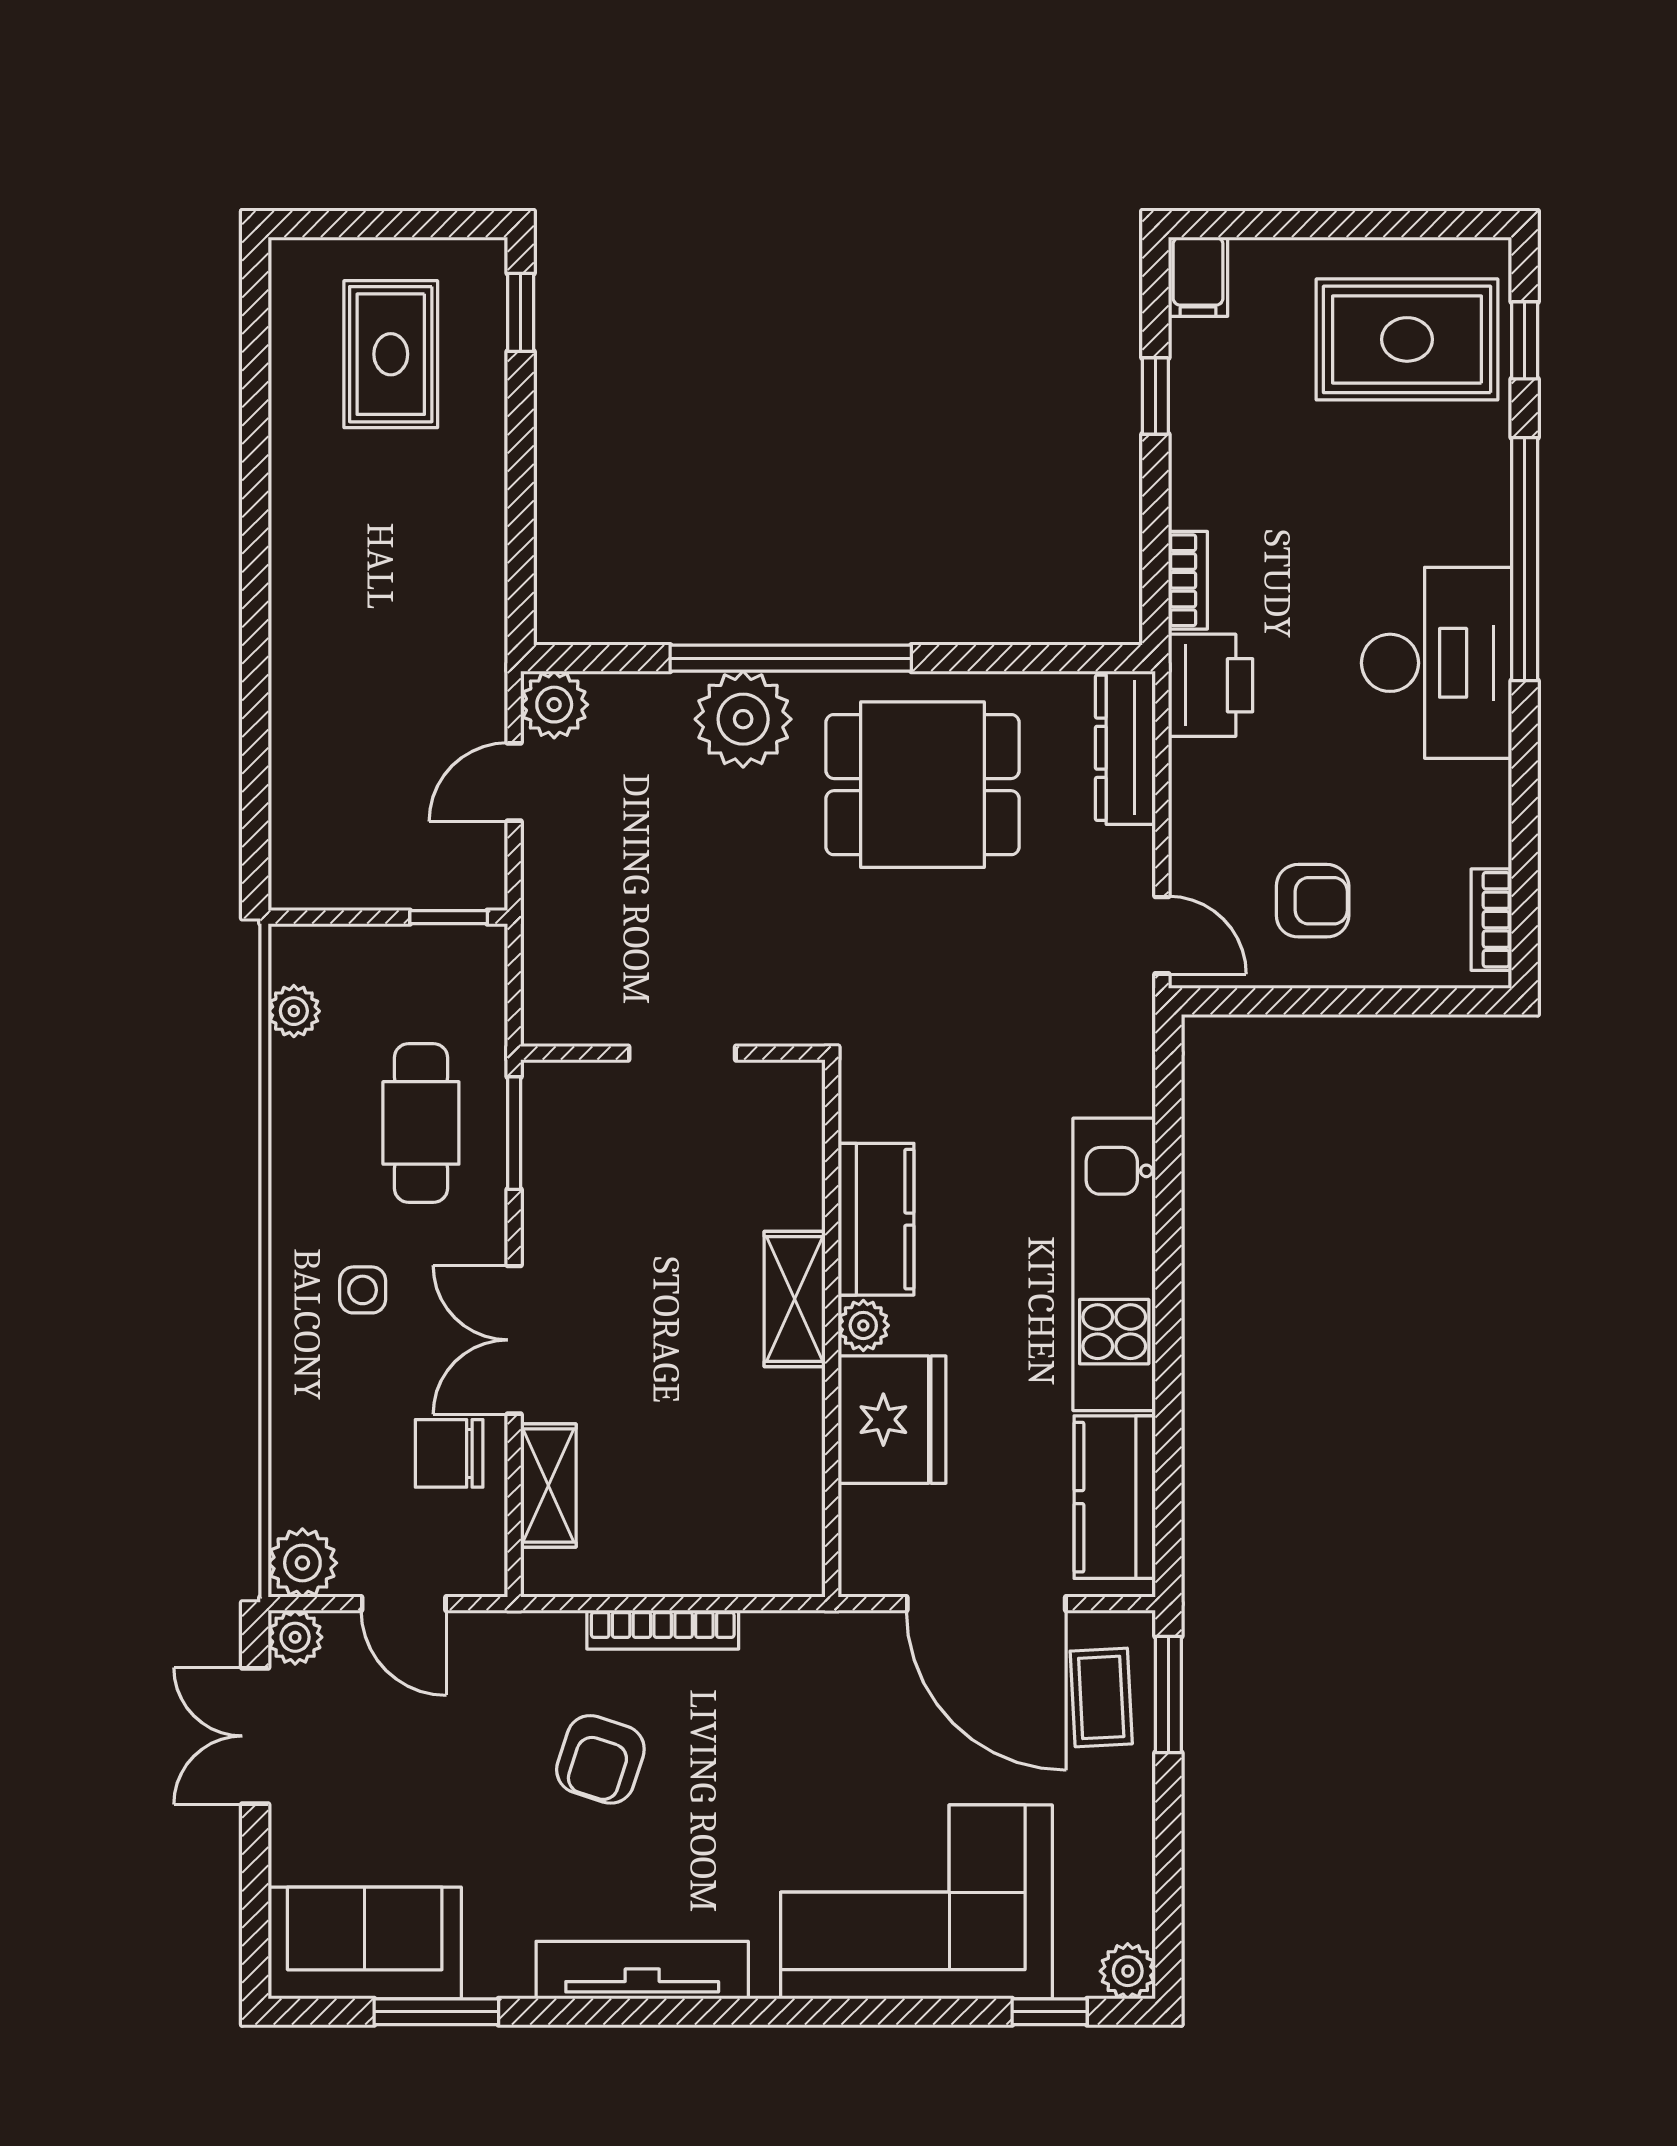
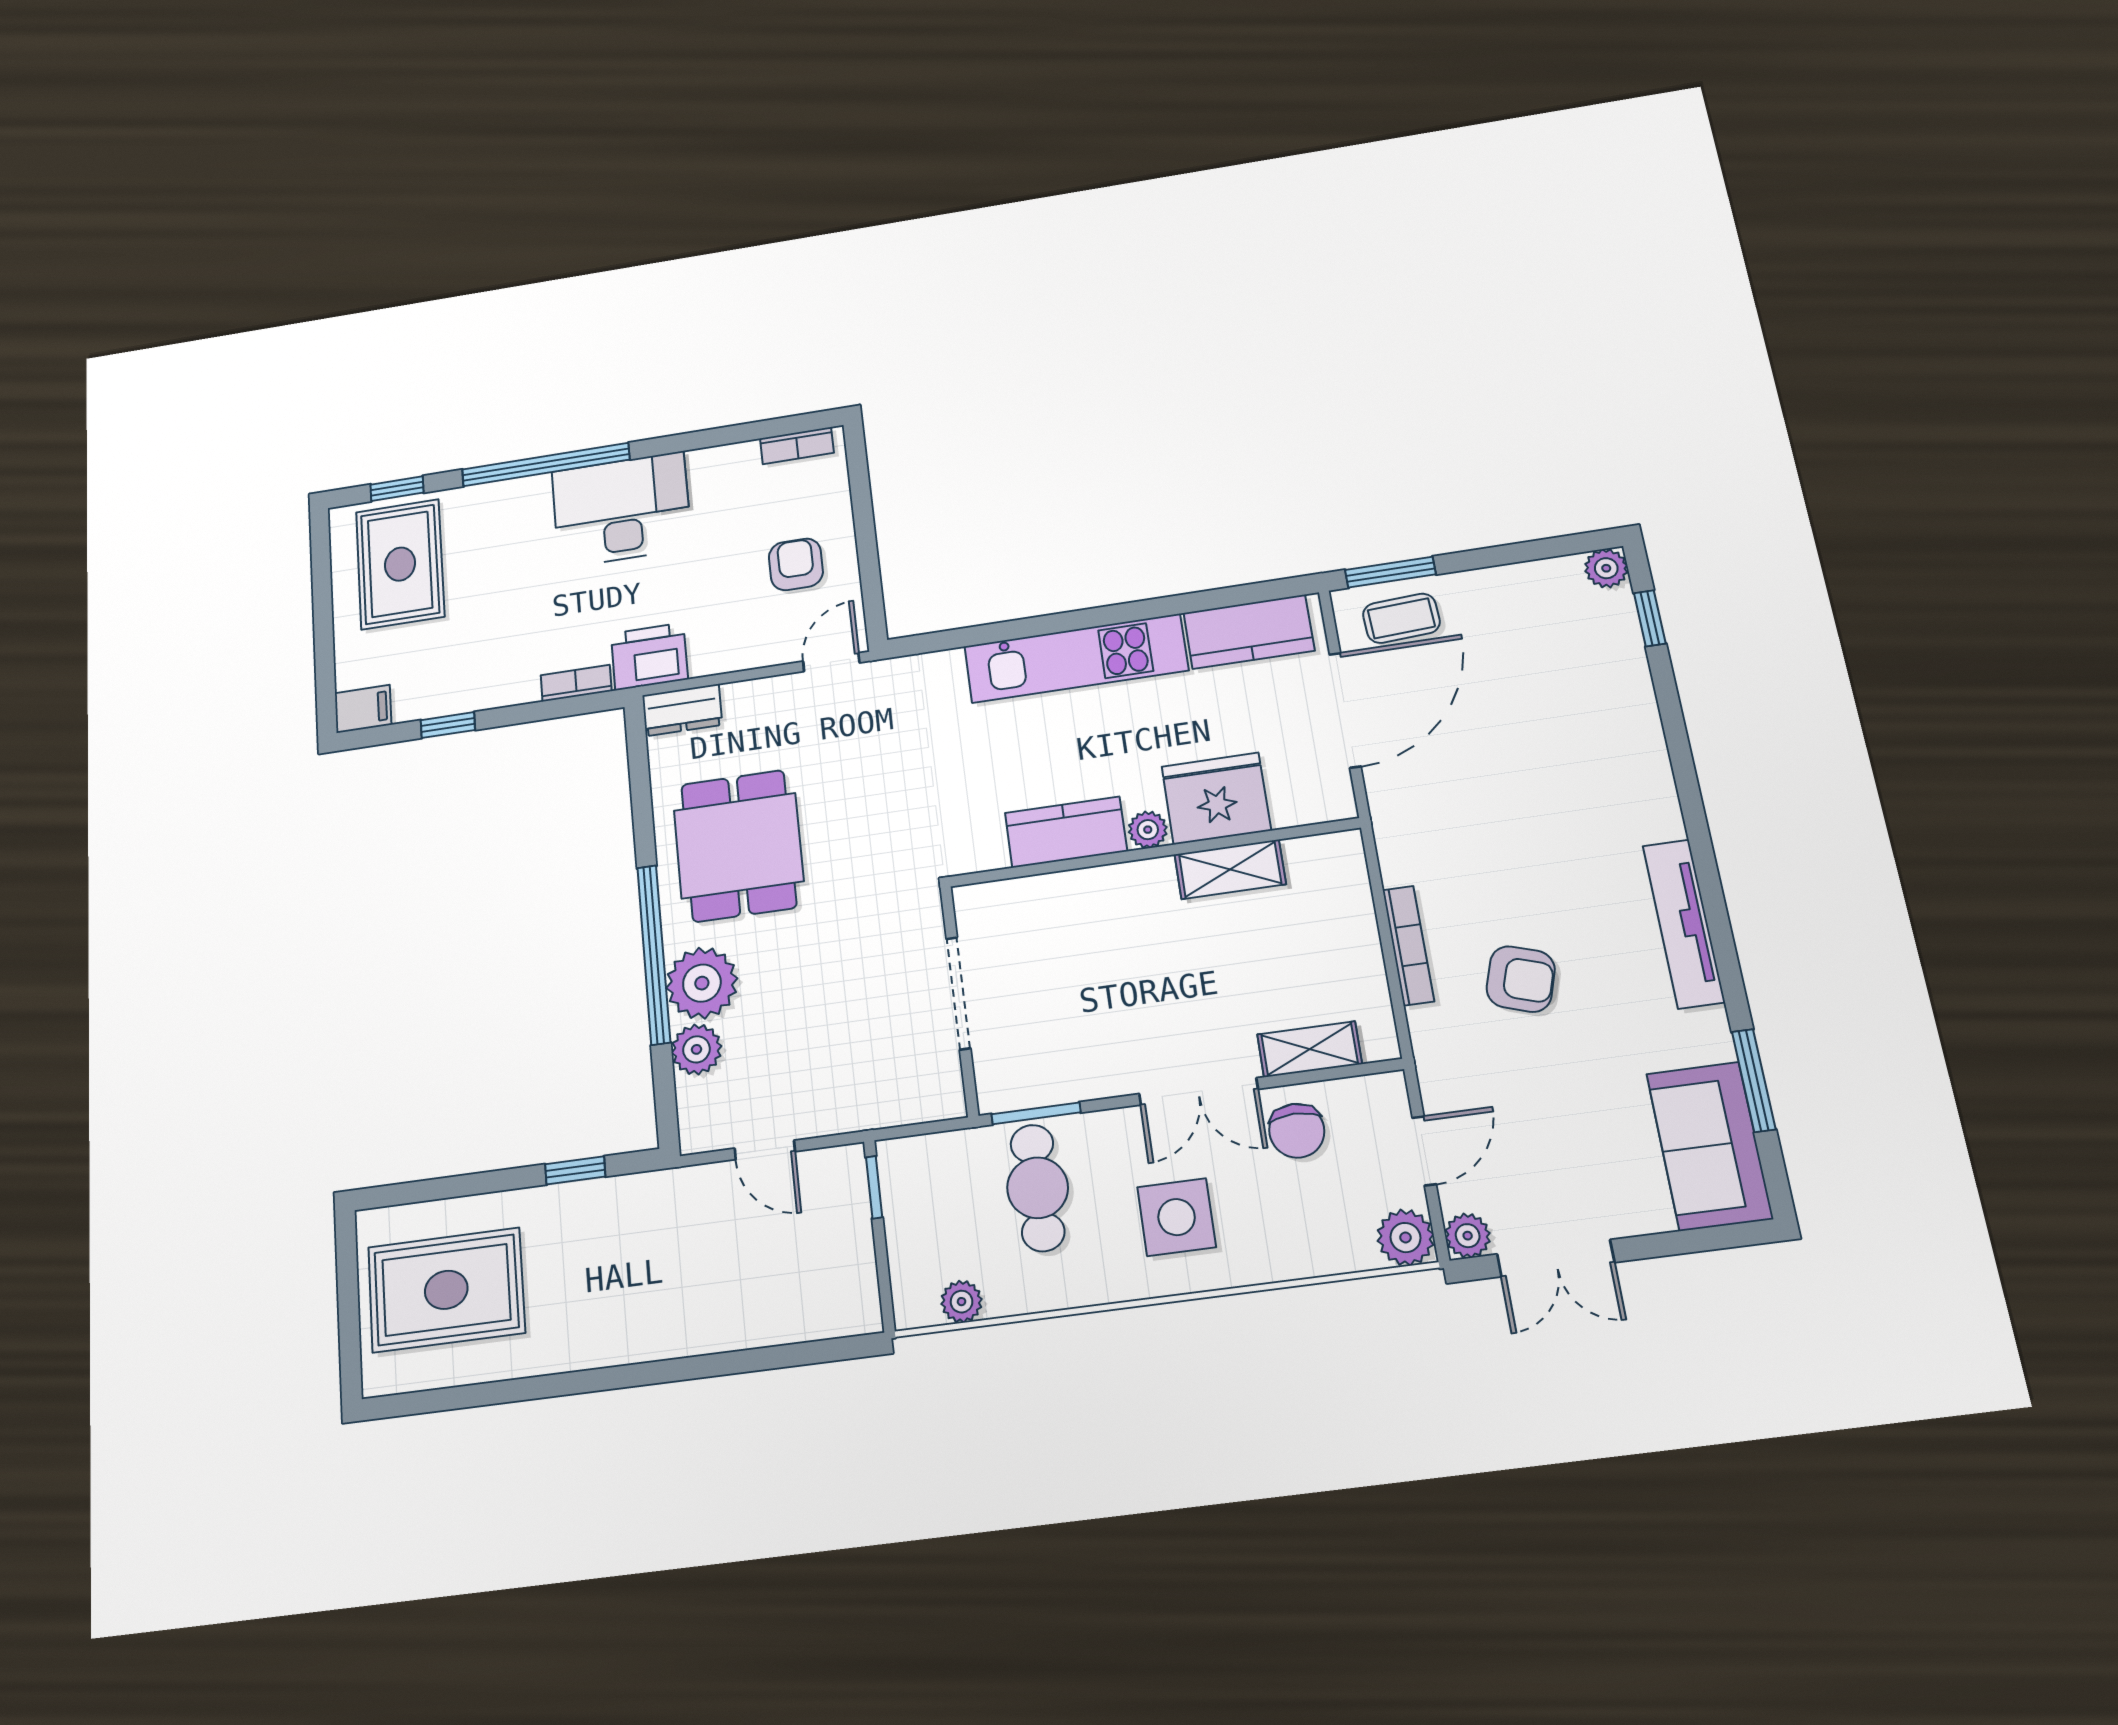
window: (521, 312) -> (575, 1170), moved
rug: (391, 354) -> (446, 1290), width x1.36, depth x1.43
plant: (554, 705) -> (696, 1049), moved
dresser: (1125, 748) -> (682, 710), width x0.70
doorway: (682, 1053) -> (958, 993), width x1.38
cafe table: (421, 1123) -> (1038, 1188), turned 90
side table: (363, 1290) -> (1177, 1217), width x1.87, depth x1.87
shelving: (795, 1299) -> (1230, 869), moved
corner sofa: (916, 1902) -> (1585, 726), removed

